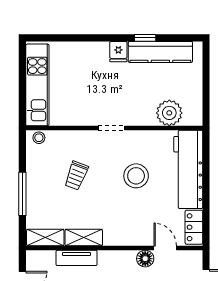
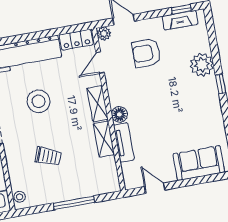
shelving: (45, 238) -> (98, 104), moved
plant: (195, 258) -> (104, 34), added
floor lamp: (145, 259) -> (119, 114), moved

